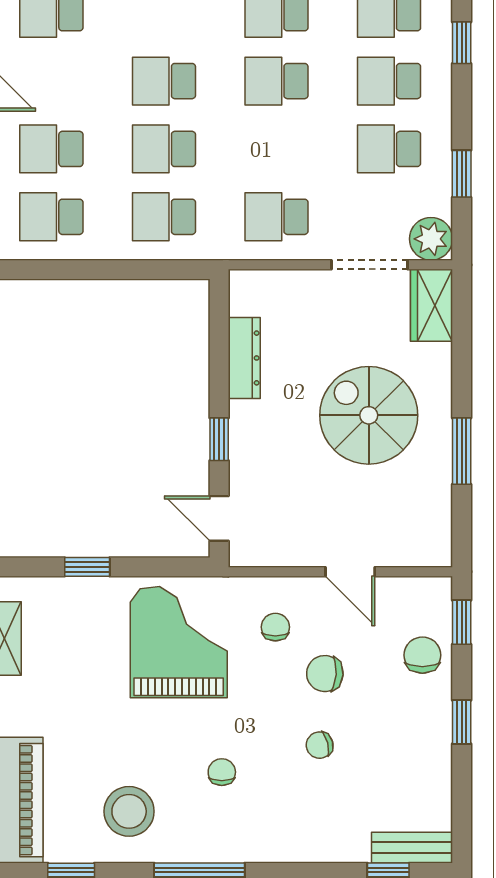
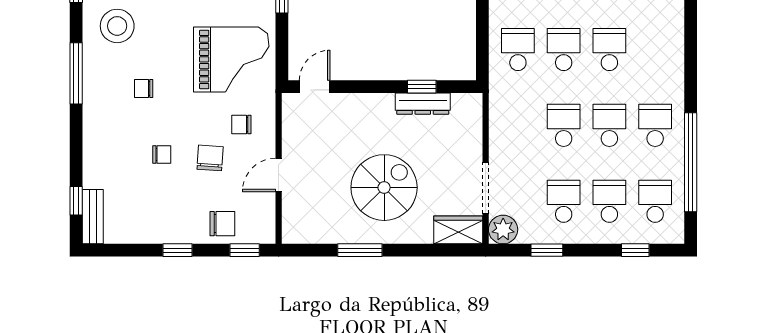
school desk: (276, 217) -> (564, 125), moved
window: (219, 439) -> (422, 87), moved
chair: (275, 627) -> (241, 125), turned 180
chair: (320, 745) -> (162, 154), turned 105
chair: (222, 772) -> (144, 88), turned 180

